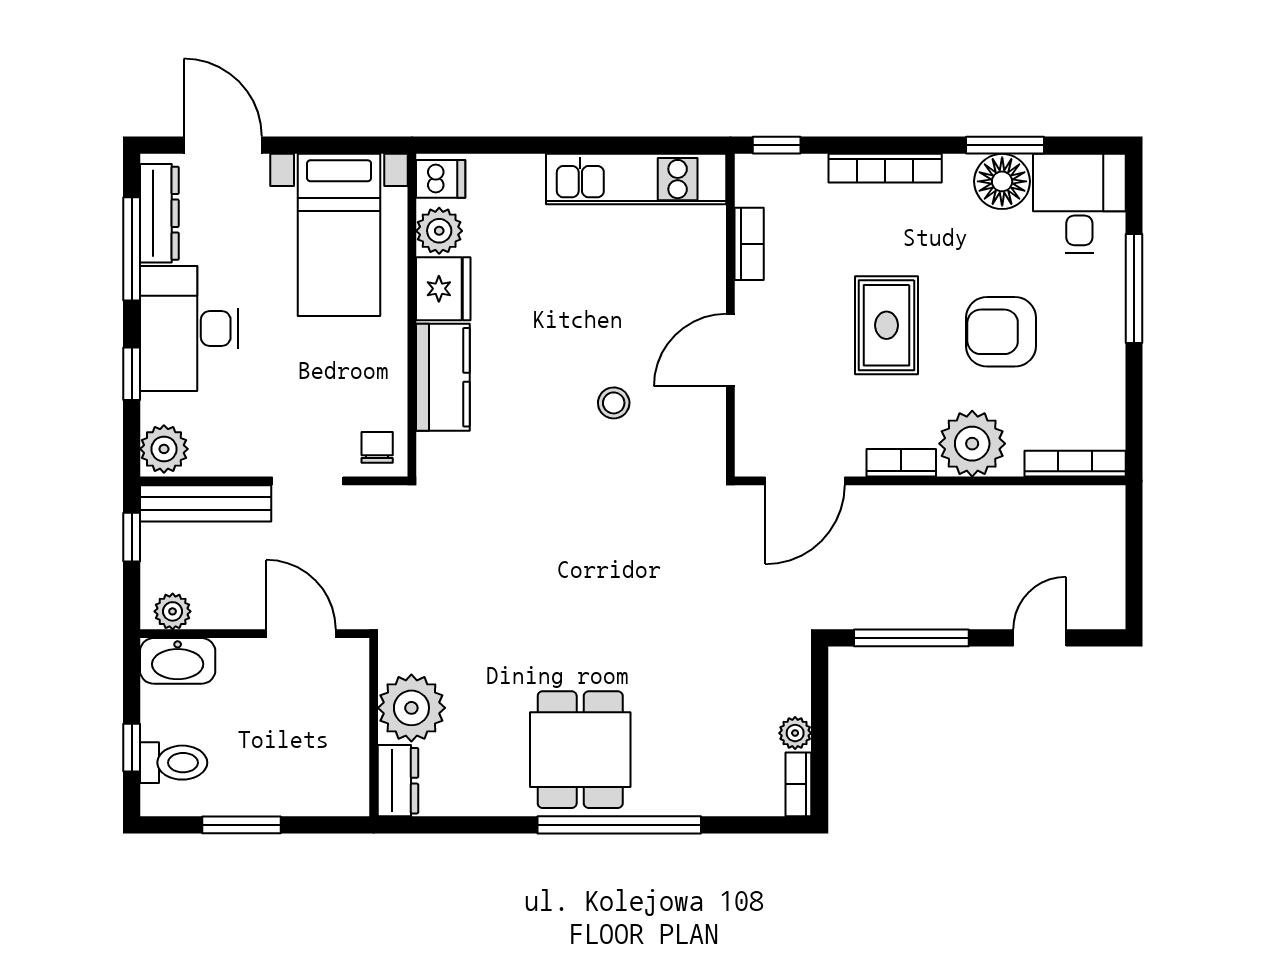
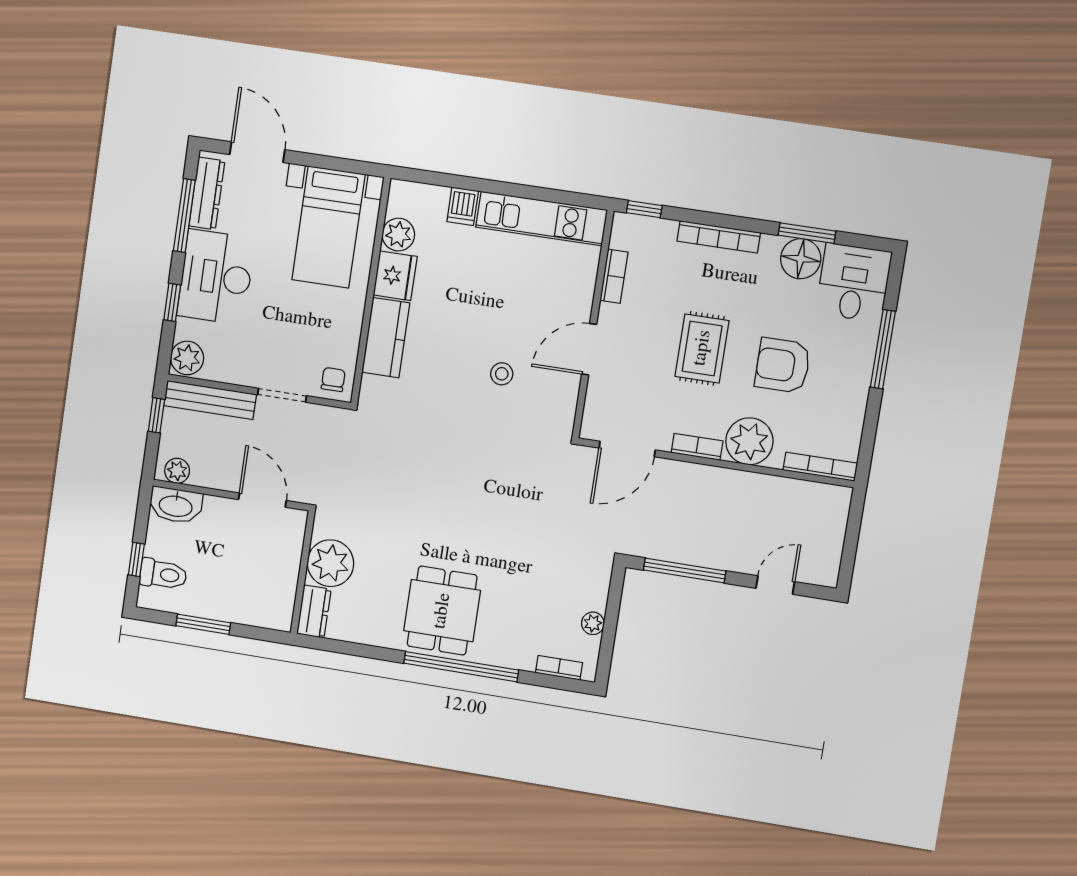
dishwasher: (441, 179) -> (463, 206), moved, turned 90
bookcase: (798, 784) -> (559, 668), moved, turned 90

